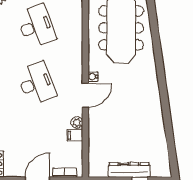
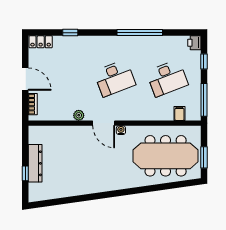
filing cabinet: (75, 135) -> (179, 113), moved

